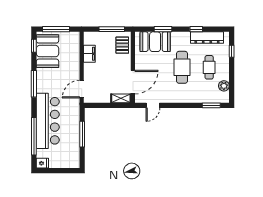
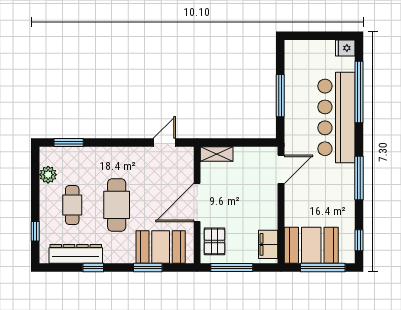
booth: (48, 51) -> (311, 245), moved, turned 90
filing cabinet: (89, 54) -> (268, 244), moved
door: (133, 82) -> (197, 202), moved

